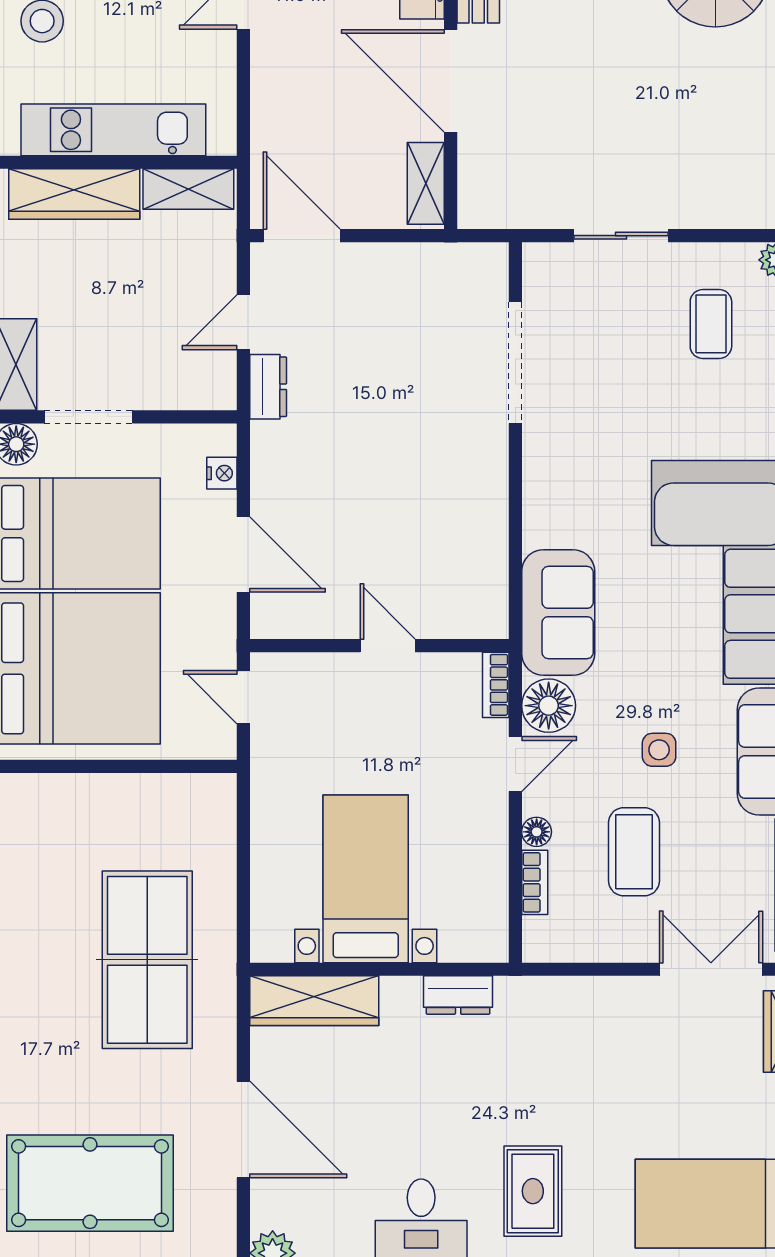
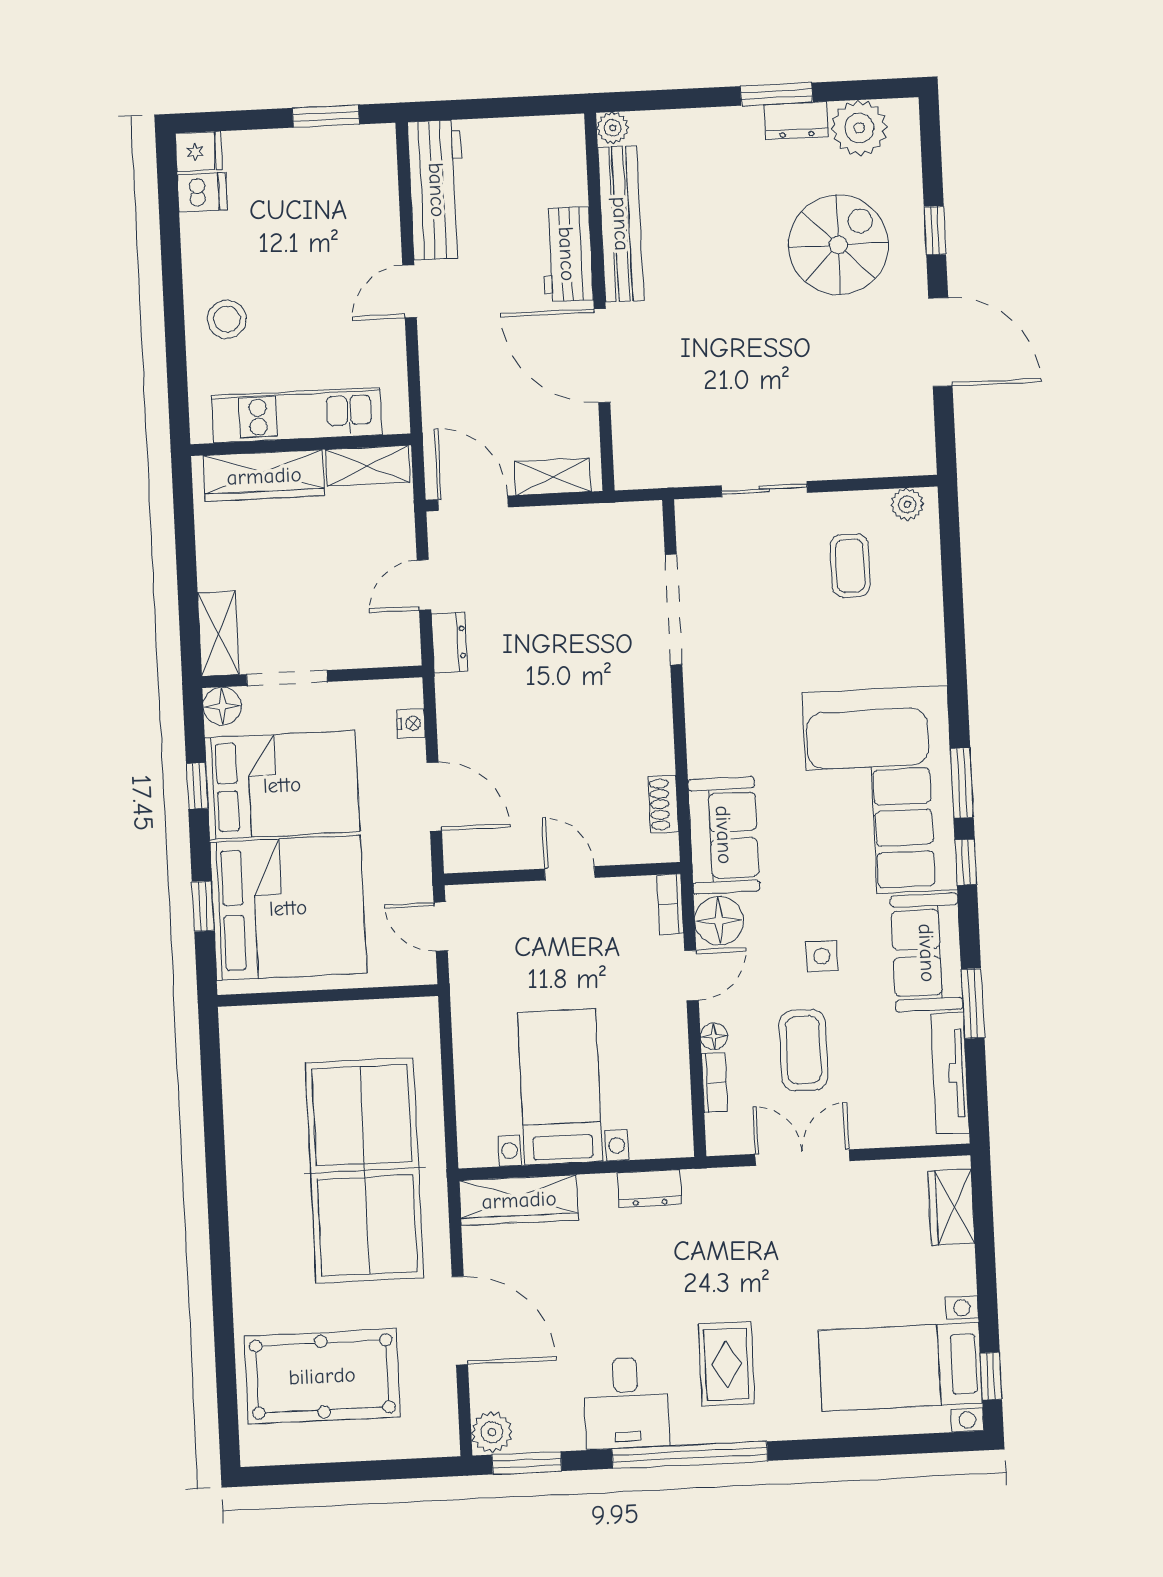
shelving: (426, 183) -> (553, 477), moved, turned 90
shoe rack: (494, 575) -> (663, 804), added
table tennis table: (147, 960) -> (365, 1170), width x1.36, depth x1.32
double door: (711, 969) -> (802, 1158), moved

